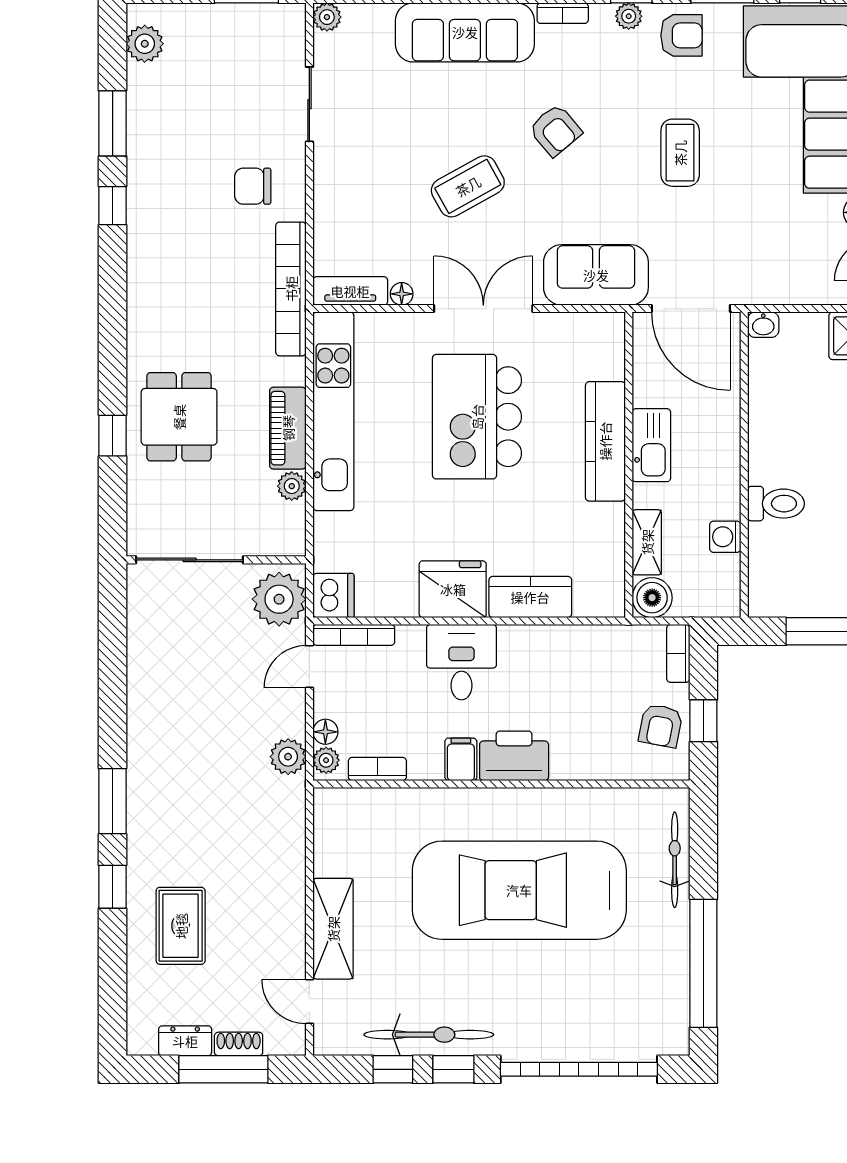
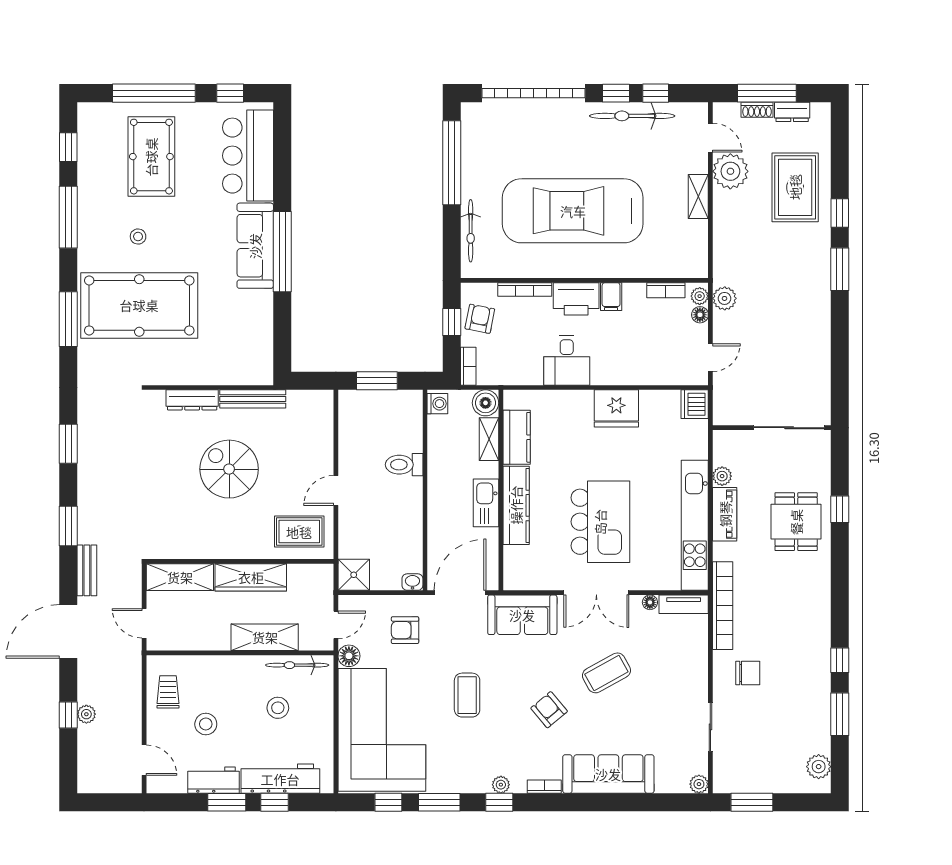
armchair: (681, 35) -> (405, 630), moved
door: (691, 309) -> (460, 593), hinge flipped
washing machine: (725, 537) -> (437, 404), moved
kitchen counter: (530, 597) -> (517, 437), moved, turned -90
plant: (279, 599) -> (730, 171), moved
bookcase: (354, 635) -> (525, 290), moved, turned 180
desk: (461, 662) -> (567, 361), moved
car: (519, 890) -> (573, 211), turned 180
rug: (181, 926) -> (795, 187), width x1.36, depth x1.43
shelving: (333, 929) -> (698, 197), width x0.67, depth x0.75

